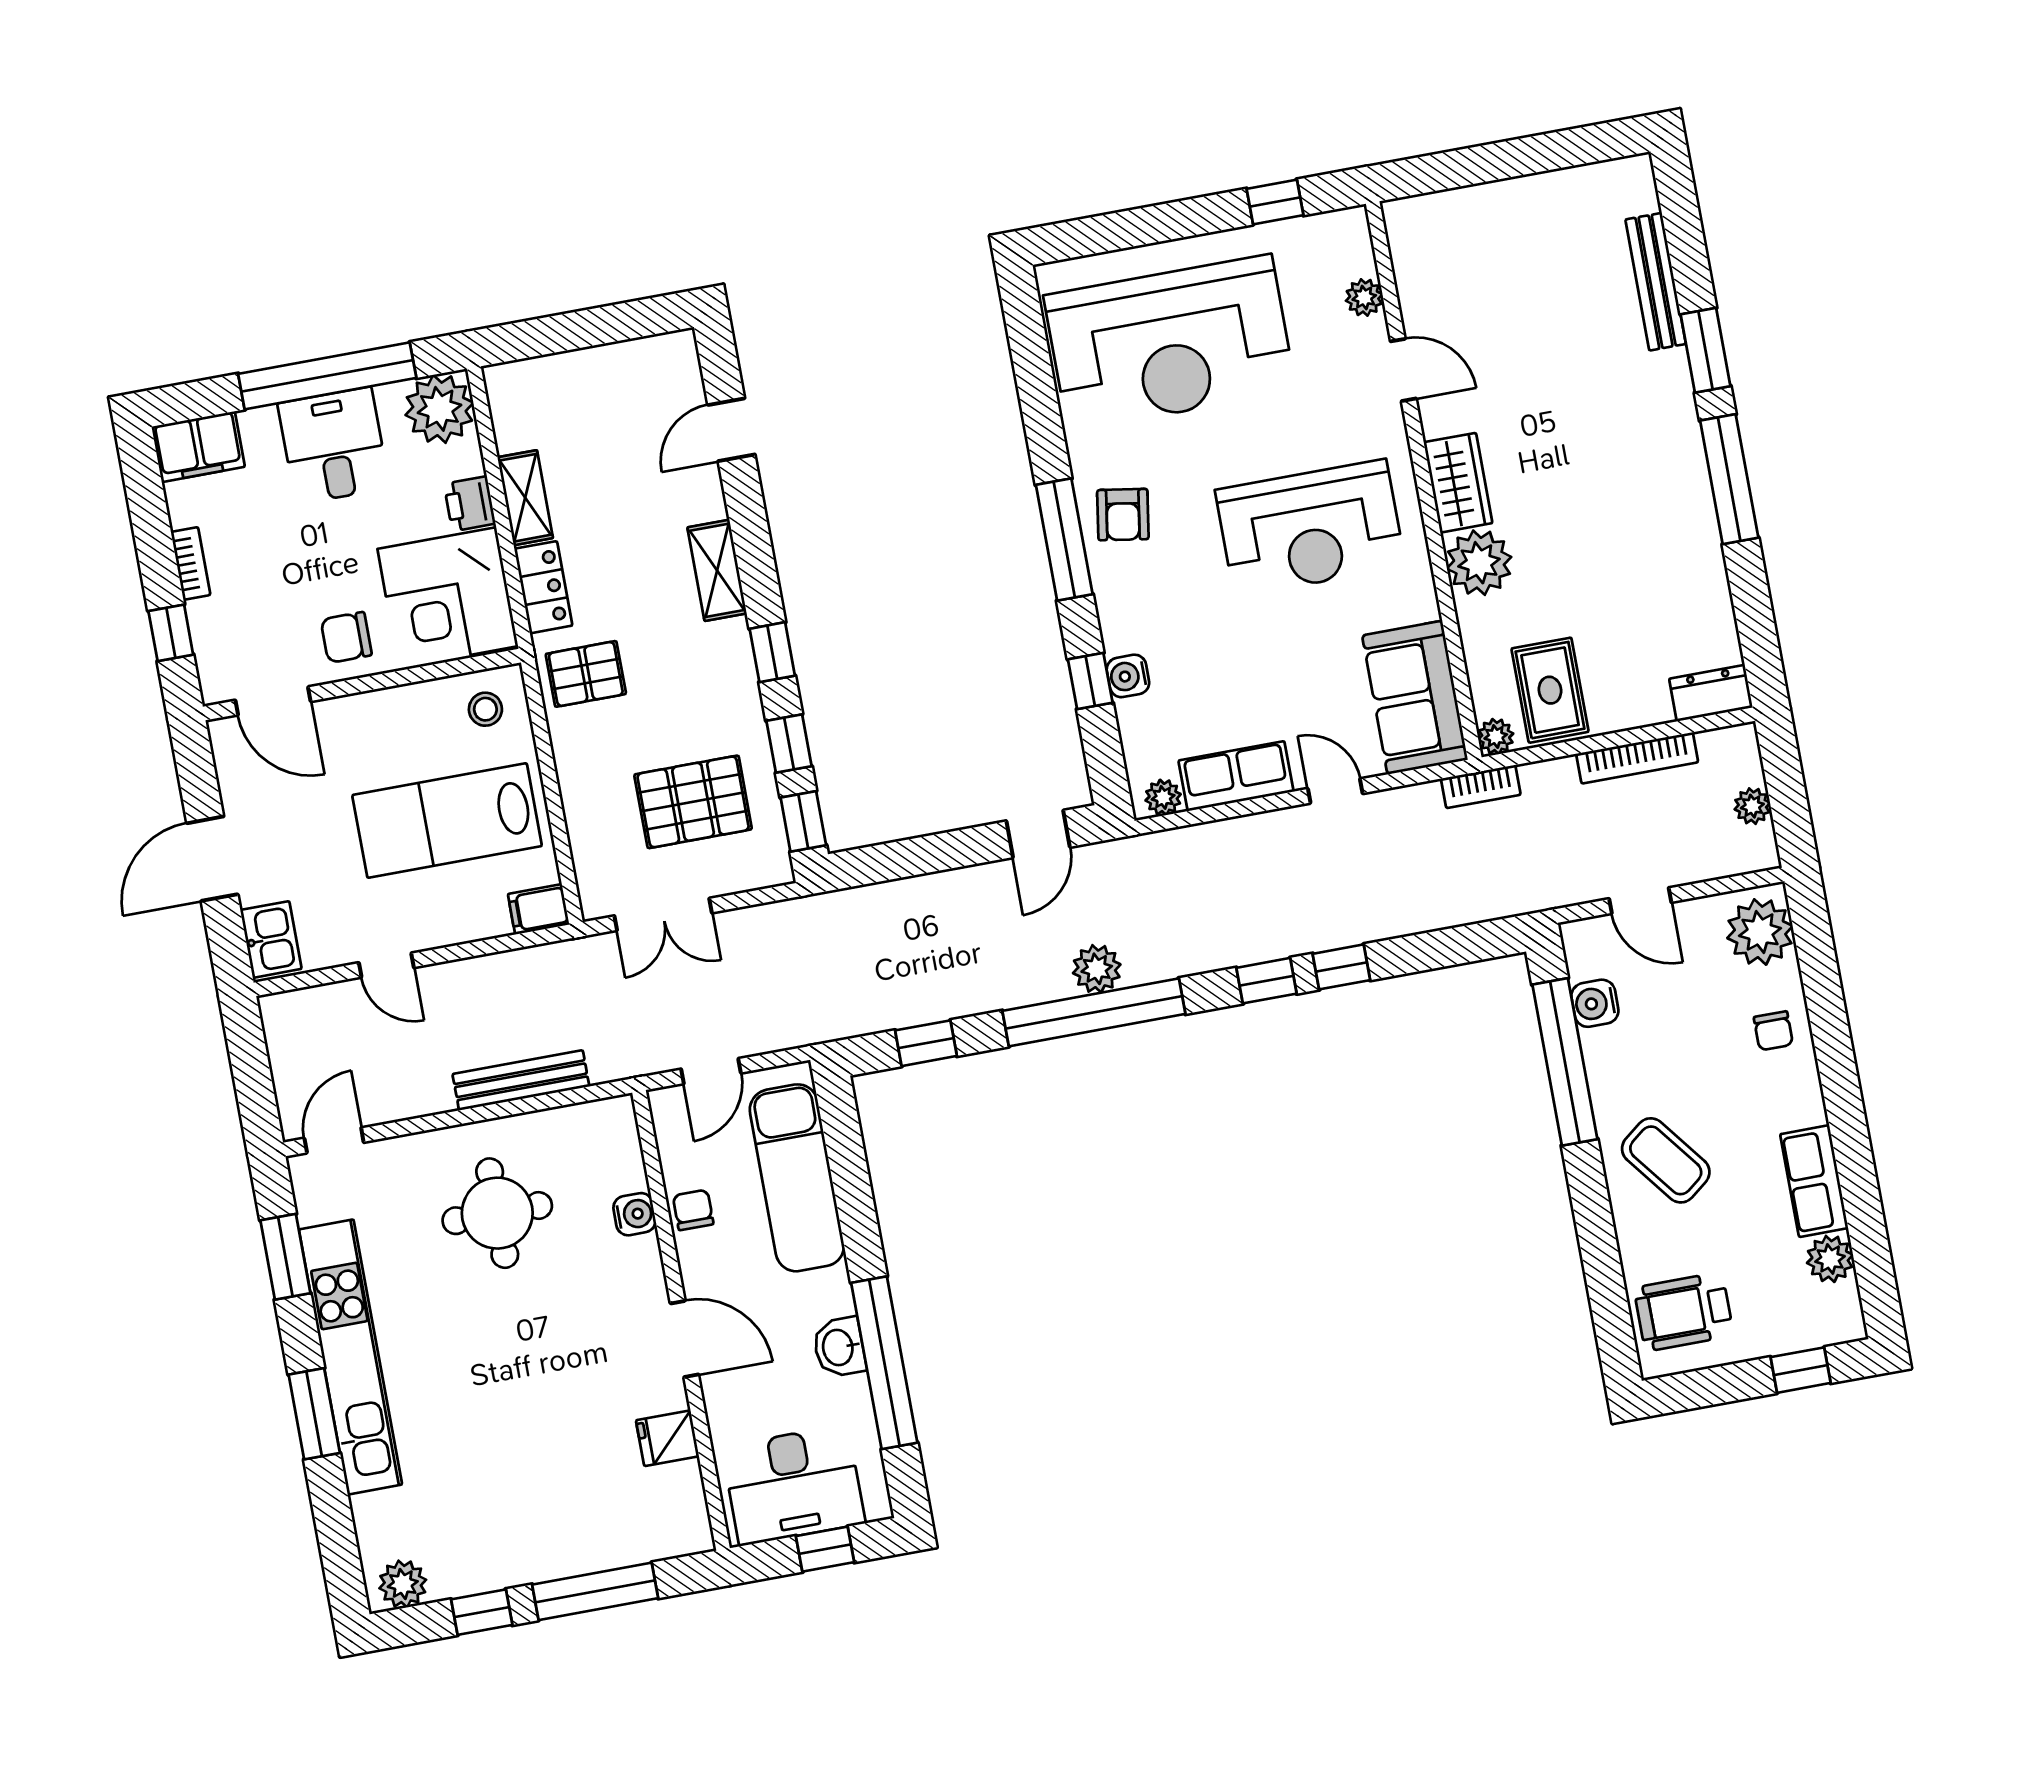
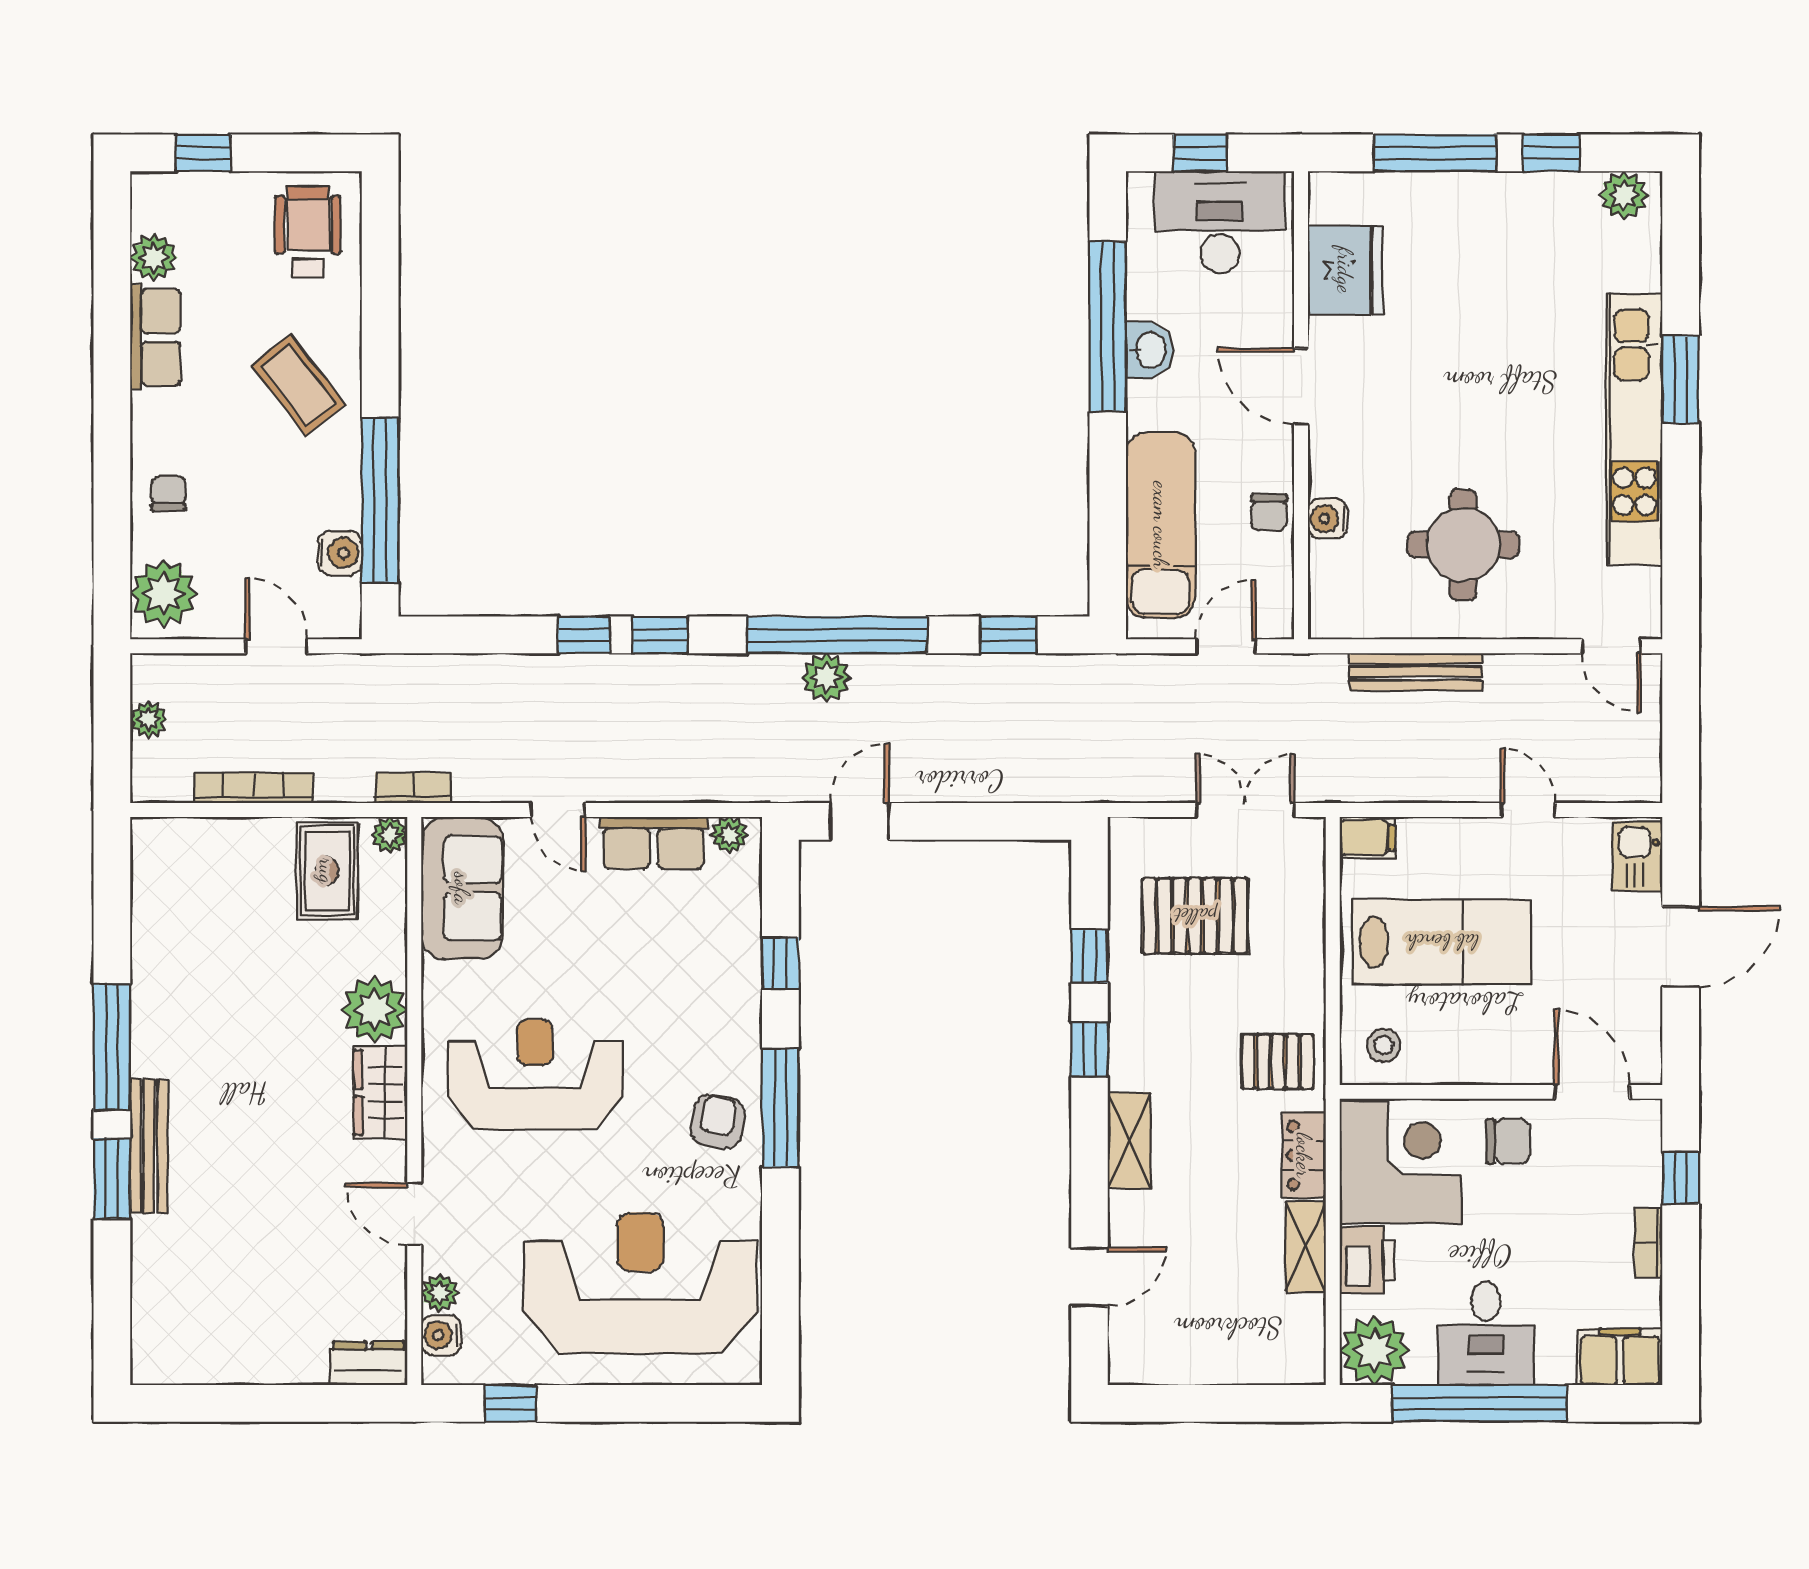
bench: (1656, 282) -> (149, 1146), moved
printer: (470, 504) -> (1367, 1260), width x1.36, depth x1.24
water cooler: (1128, 676) -> (441, 1335), moved, turned 180
dresser: (1711, 693) -> (369, 1363), moved, turned 180
window: (803, 821) -> (1090, 877), removed
door: (334, 1140) -> (1611, 646), hinge flipped
window: (285, 1257) -> (1681, 540), removed
wheelchair: (1684, 1312) -> (308, 232), turned -90
fridge: (667, 1438) -> (1345, 270), width x1.88, depth x1.34

